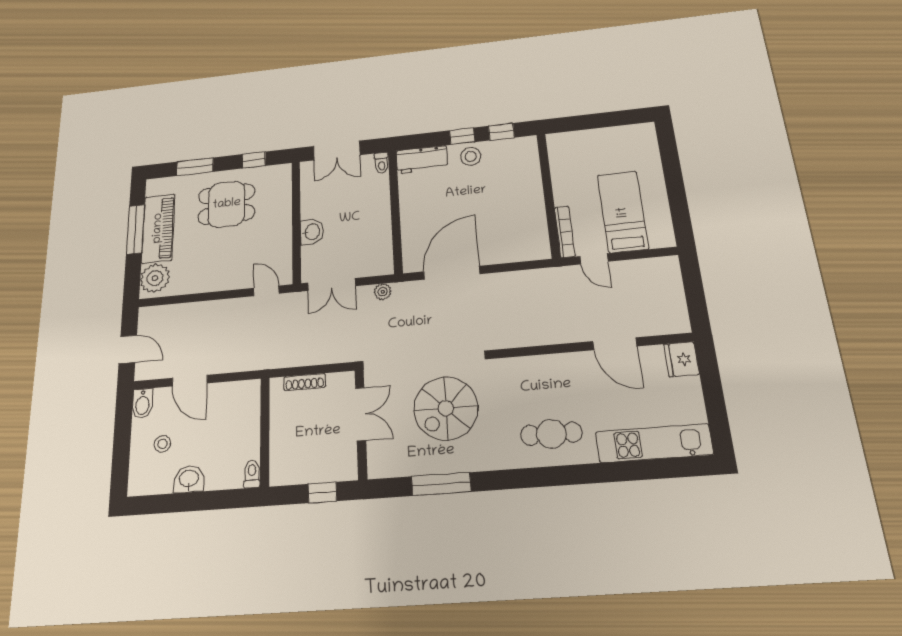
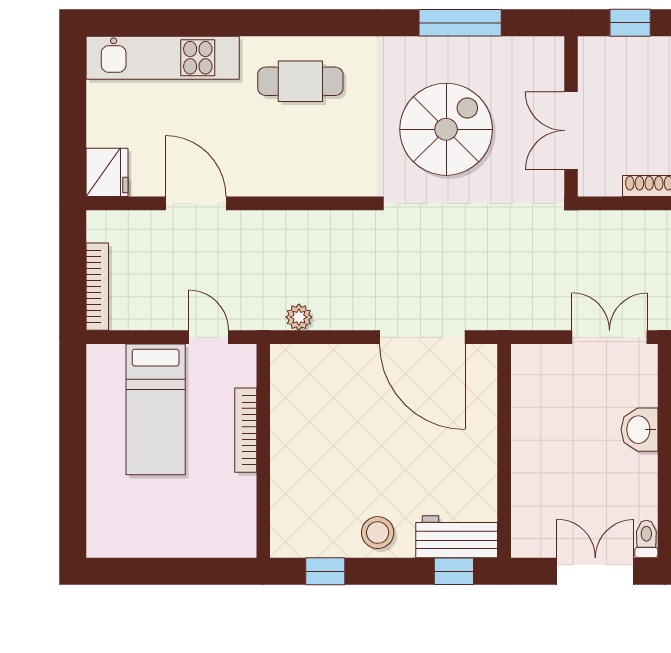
window: (462, 136) -> (454, 571), moved
toilet: (381, 163) -> (646, 539), moved
bookcase: (565, 232) -> (246, 430), moved
door: (452, 273) -> (422, 337), hinge flipped
bookcase: (675, 283) -> (97, 287), added
plant: (383, 292) -> (299, 317), moved

